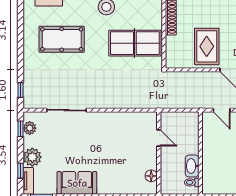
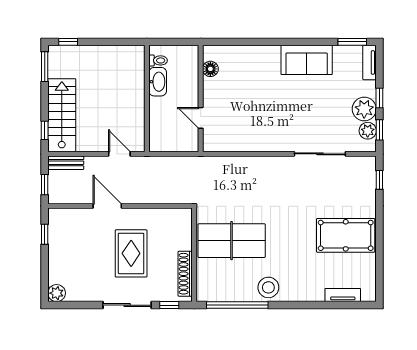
pool table: (62, 39) -> (346, 235), moved
rug: (207, 46) -> (131, 253), moved
plant: (32, 157) -> (364, 109), moved
window: (21, 171) -> (379, 98), moved

